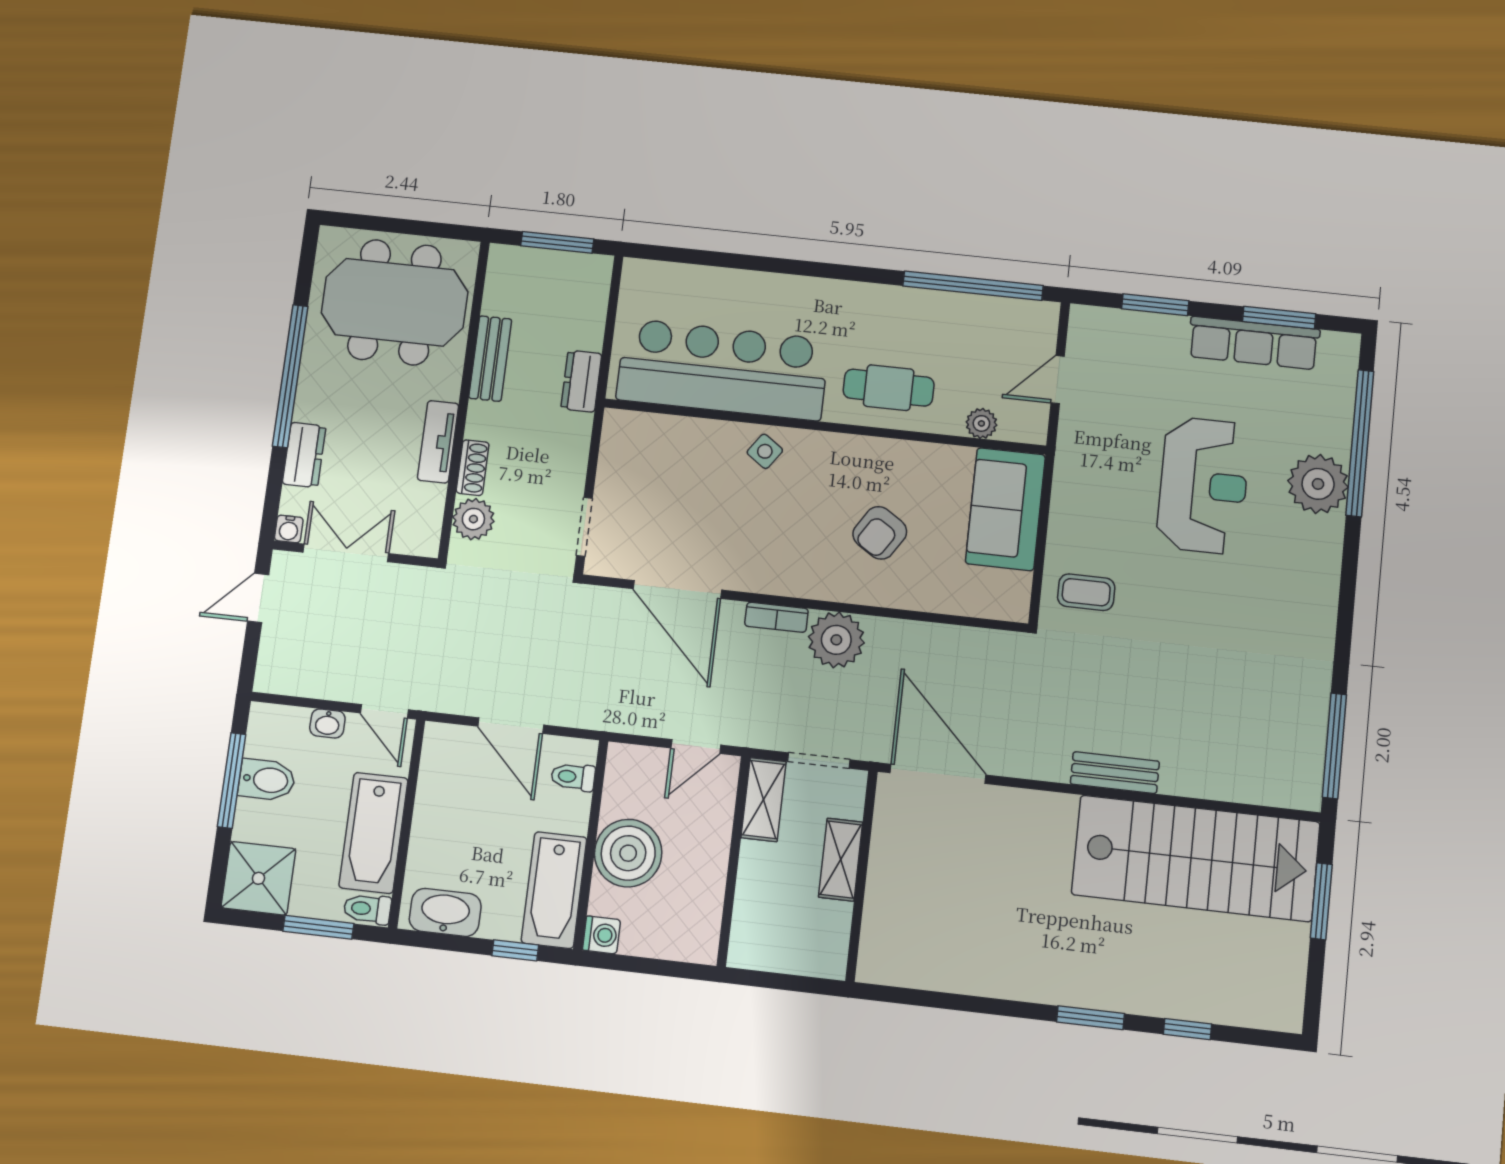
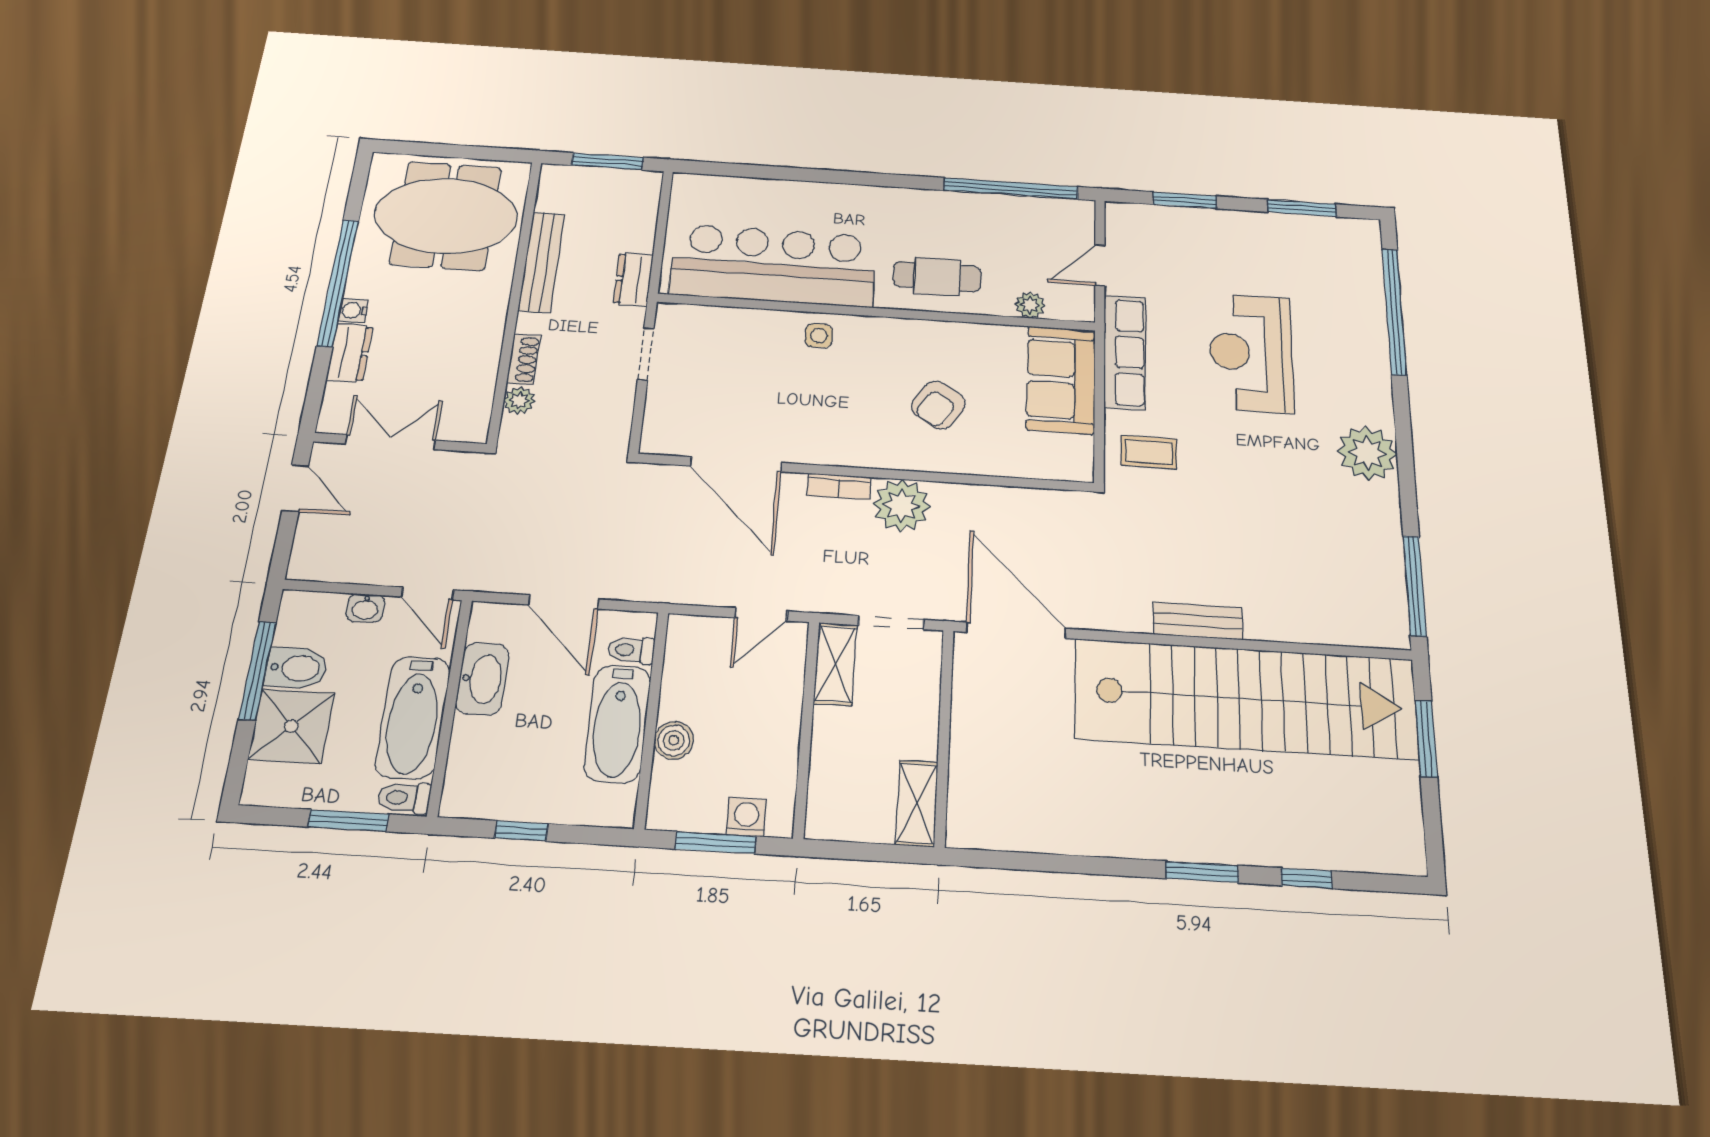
row of seats: (1254, 343) -> (1125, 352), moved, turned -90
bench: (490, 359) -> (542, 262), width x1.36
tv unit: (438, 442) -> (488, 337), removed
side table: (765, 451) -> (819, 336), turned -35
plant: (1318, 484) -> (1367, 453), moved
reception desk: (1203, 485) -> (1251, 353), turned 180
plant: (473, 519) -> (519, 401), width x0.73, depth x0.73
doorway: (584, 527) -> (646, 354), moved
water cooler: (289, 529) -> (353, 310), moved, turned 90
door: (258, 598) -> (295, 488), swing flipped
boiler: (628, 853) -> (674, 740), width x0.54, depth x0.54
stairs: (1196, 858) -> (1246, 699), width x1.36
shelving: (841, 860) -> (917, 803), moved
shower: (259, 878) -> (291, 726), moved
bathtub: (554, 890) -> (617, 723), moved
washbasin: (445, 912) -> (482, 679), moved, turned 90
washing machine: (601, 935) -> (746, 817), moved, turned -90
window: (515, 950) -> (521, 831), moved
window: (646, 966) -> (716, 843), added

